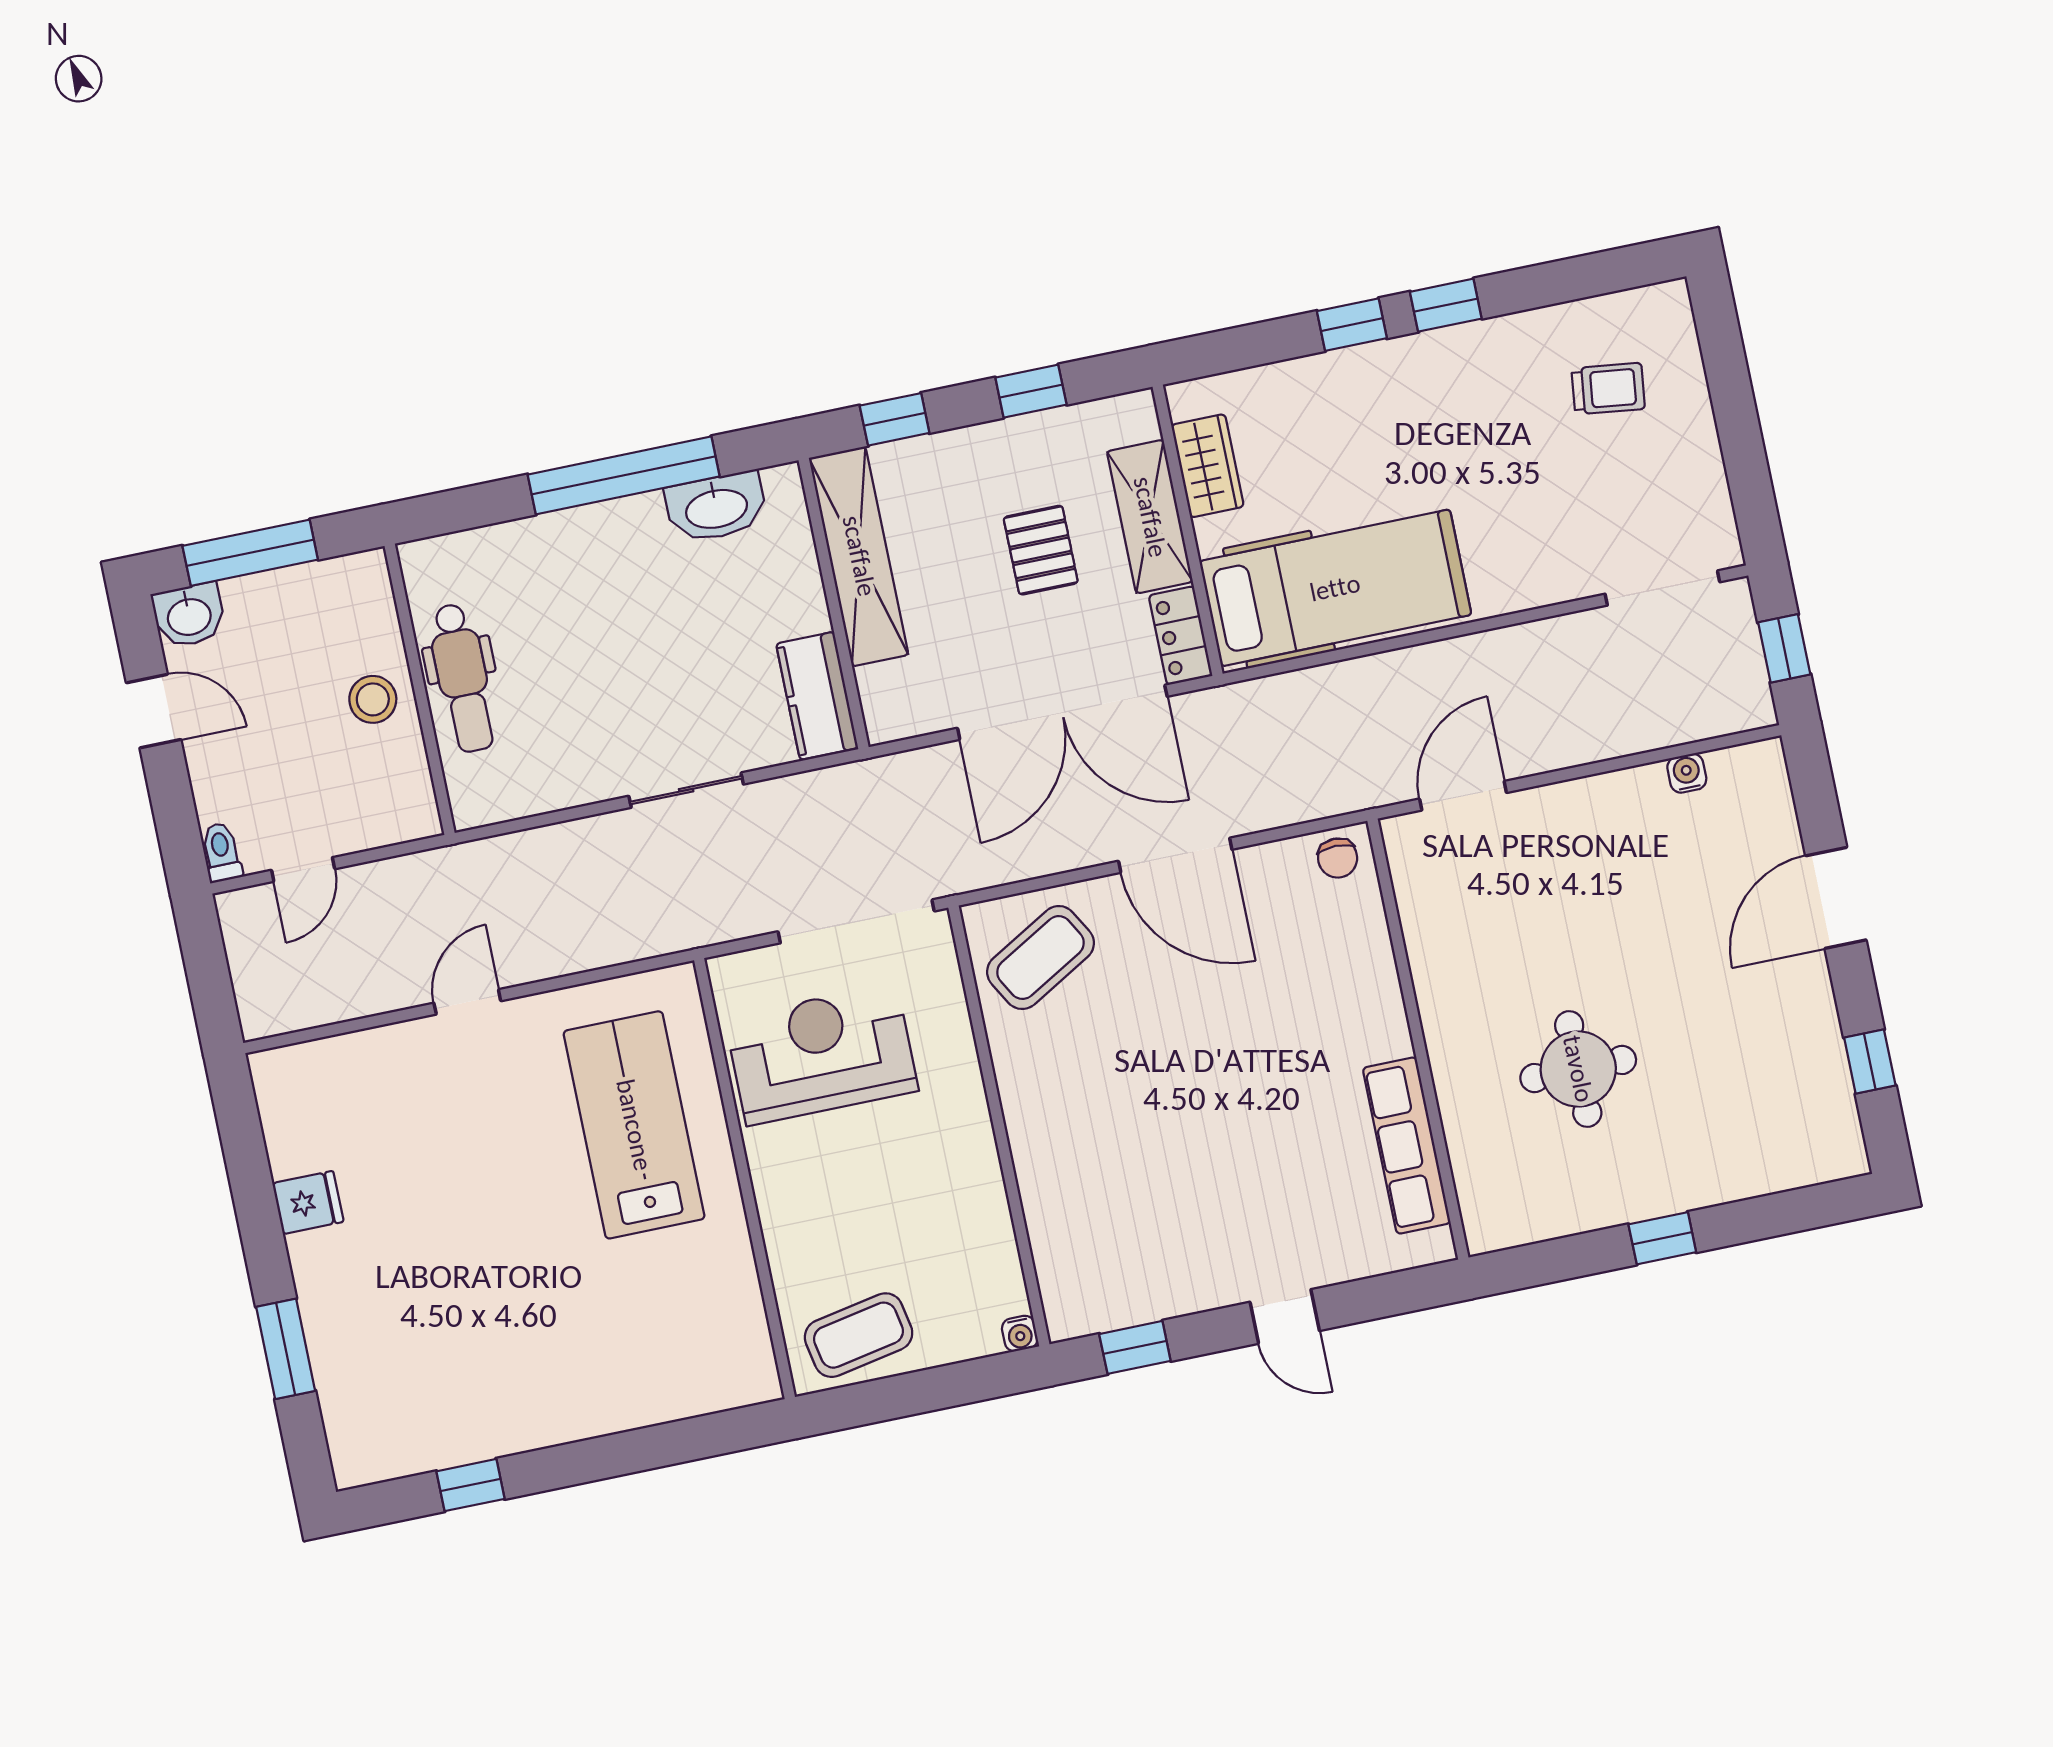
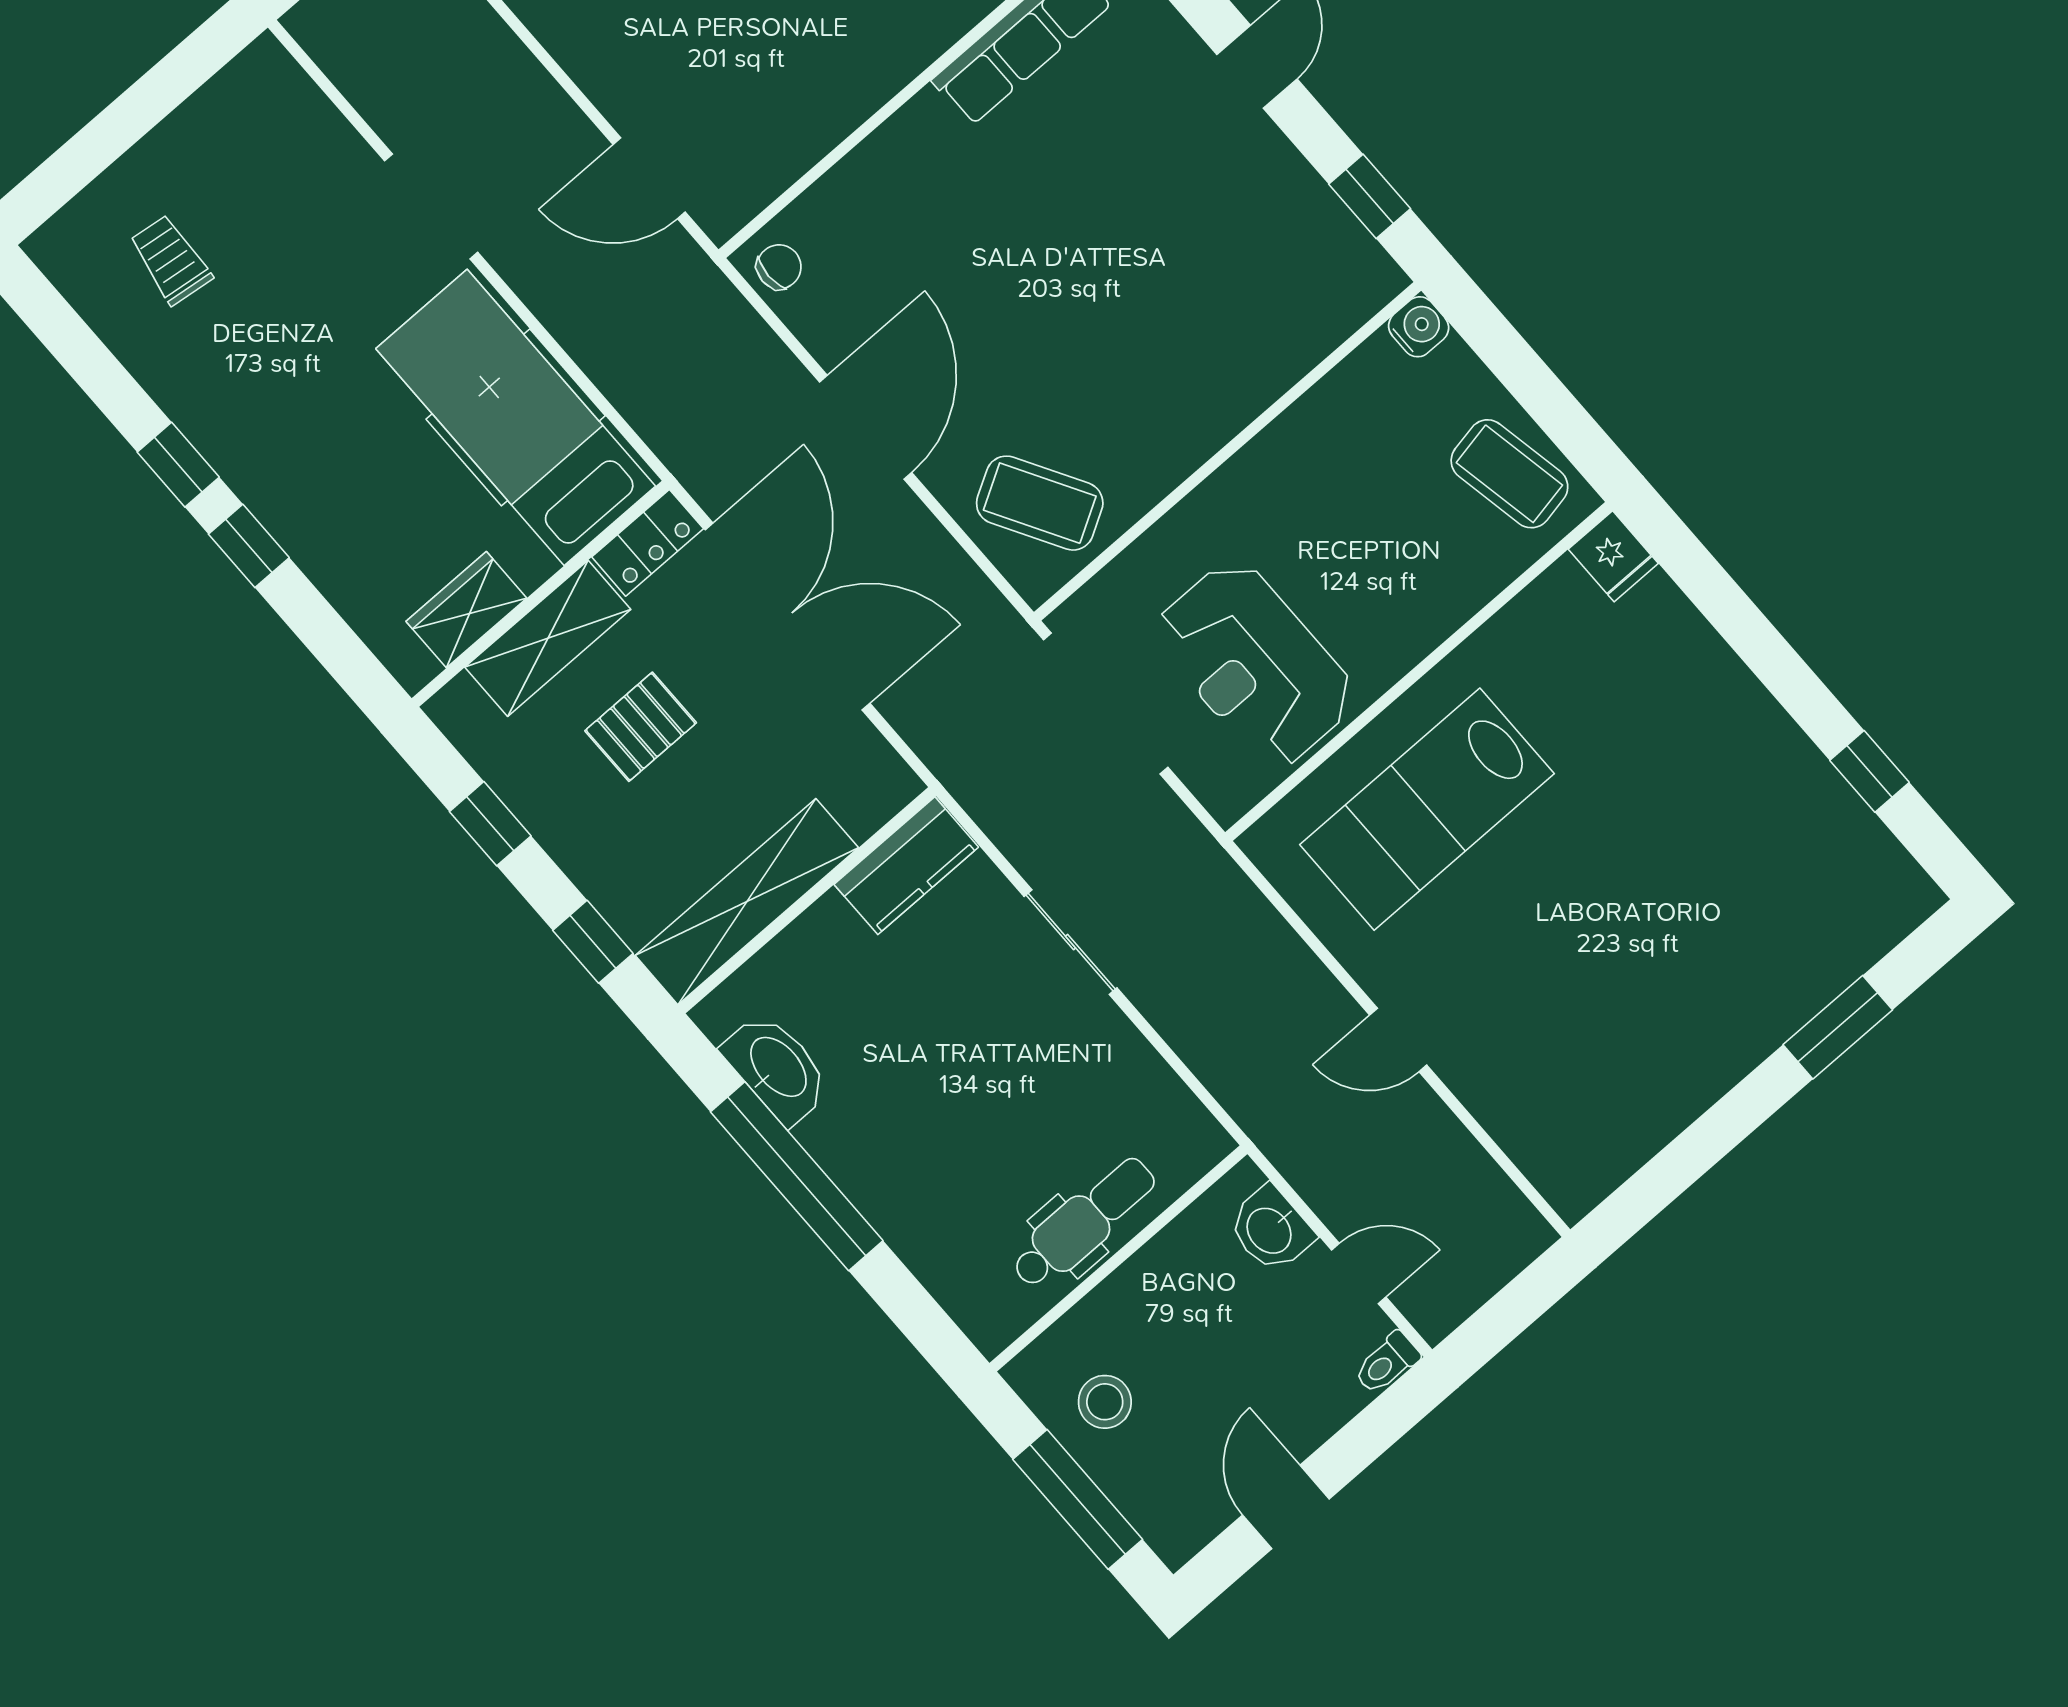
doorway: (1662, 588) -> (431, 206), moved
washbasin: (189, 615) -> (1270, 1229), moved, turned 180
stool: (373, 699) -> (1105, 1402), moved
fridge: (308, 1202) -> (1613, 556), moved, turned 180
water cooler: (1020, 1334) -> (1419, 327), width x1.38, depth x1.38

